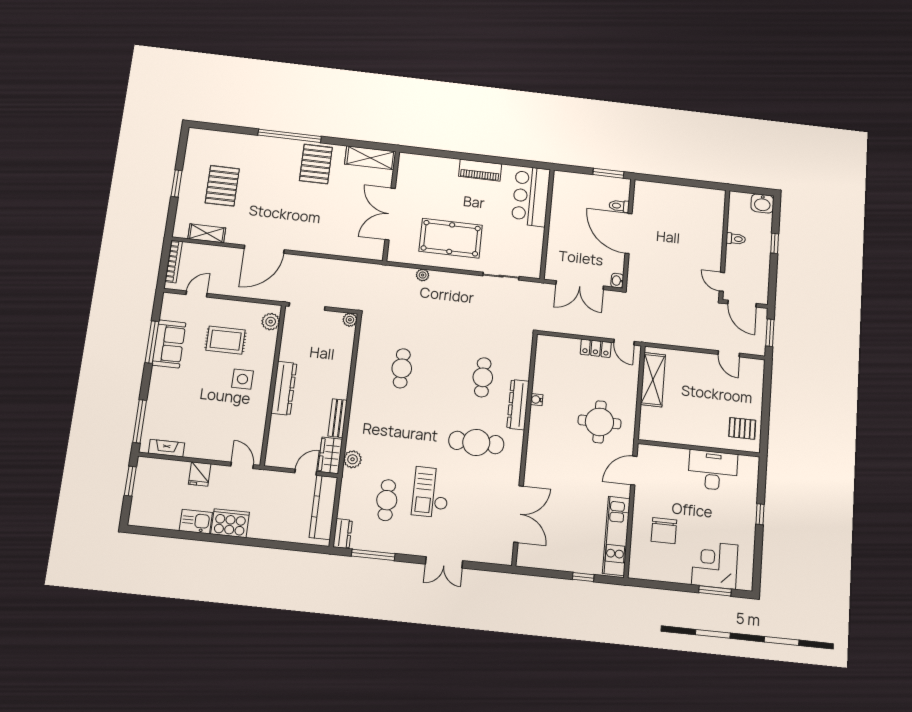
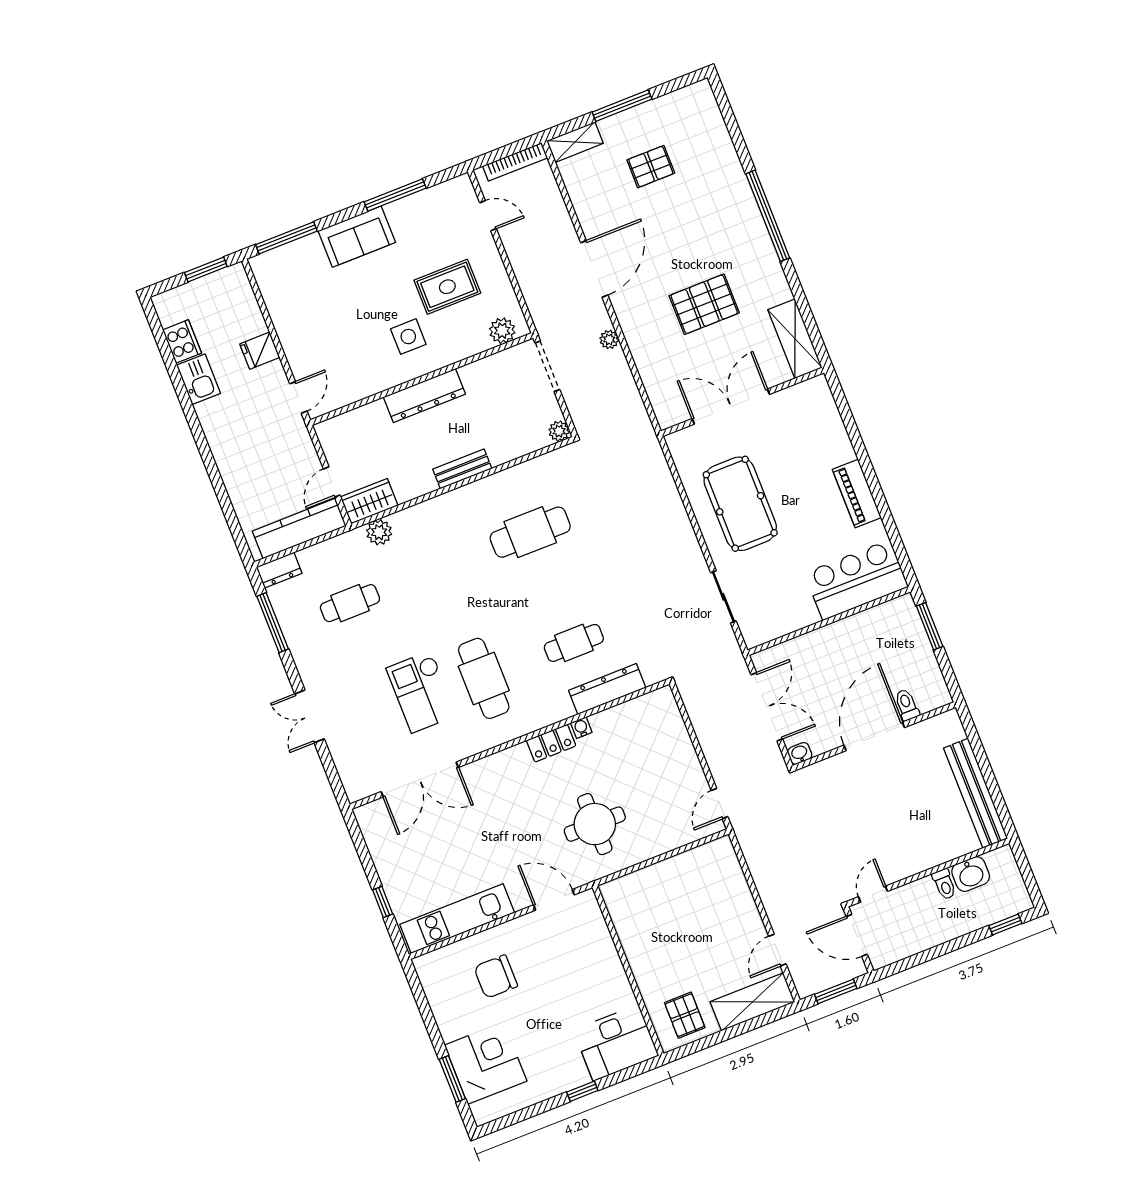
pallet: (316, 164) -> (704, 304), moved
window: (608, 173) -> (930, 626), moved
window: (177, 183) -> (622, 106), width x1.44
pallet: (222, 186) -> (651, 167), width x0.67, depth x0.71
bench: (691, 194) -> (976, 793), added
washbasin: (762, 203) -> (971, 874), moved, turned -90
shelving: (207, 233) -> (575, 142), moved, turned 90
window: (775, 243) -> (1005, 925), moved
door: (264, 249) -> (594, 269), swing flipped
plant: (423, 275) -> (609, 339), moved
double door: (580, 285) -> (767, 707), swing flipped
door: (742, 304) -> (857, 935), hinge flipped
rug: (226, 340) -> (447, 287), turned 90
sofa: (169, 344) -> (357, 237), moved
locker: (596, 348) -> (551, 743), moved, turned -90
cafe table: (402, 368) -> (530, 532), width x1.37, depth x1.35
shelving: (653, 380) -> (753, 1002), moved
dresser: (518, 405) -> (607, 689), moved
bench: (338, 418) -> (462, 469), moved
fireplace: (166, 448) -> (270, 291), removed
desk: (713, 470) -> (616, 1043), moved, turned 90
door: (306, 472) -> (332, 482), swing flipped
checkout: (431, 492) -> (421, 692), moved, turned -90
cooker: (230, 523) -> (182, 342), moved, width x0.73, depth x0.76

